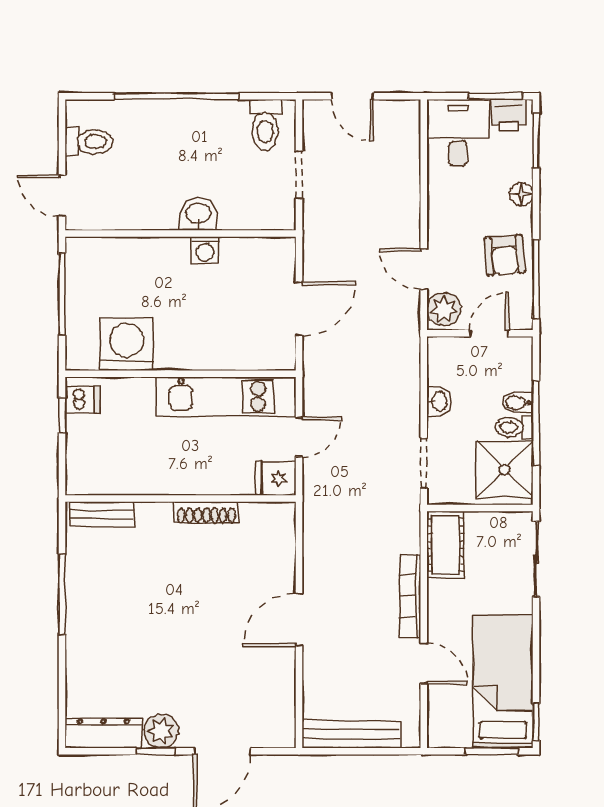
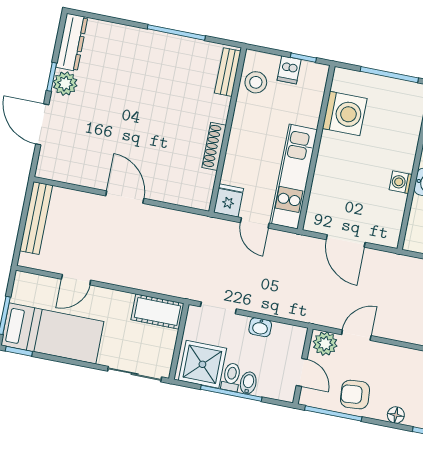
dishwasher: (83, 399) -> (289, 70), moved
stool: (108, 473) -> (256, 82), added
bookcase: (410, 596) -> (126, 279), removed

